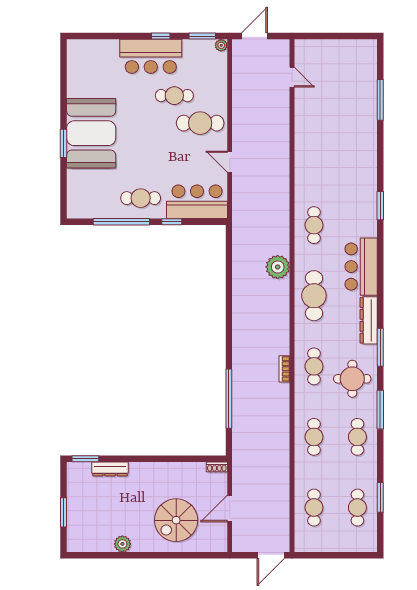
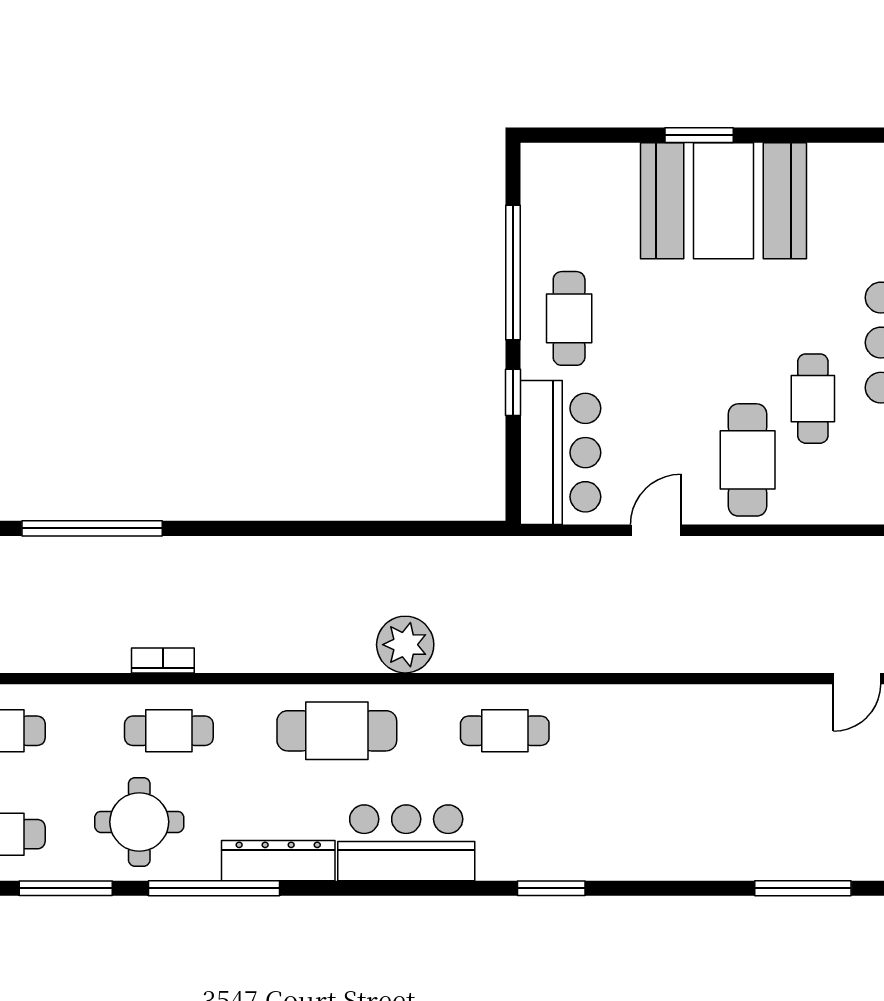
window: (380, 347) -> (214, 888), width x1.46

